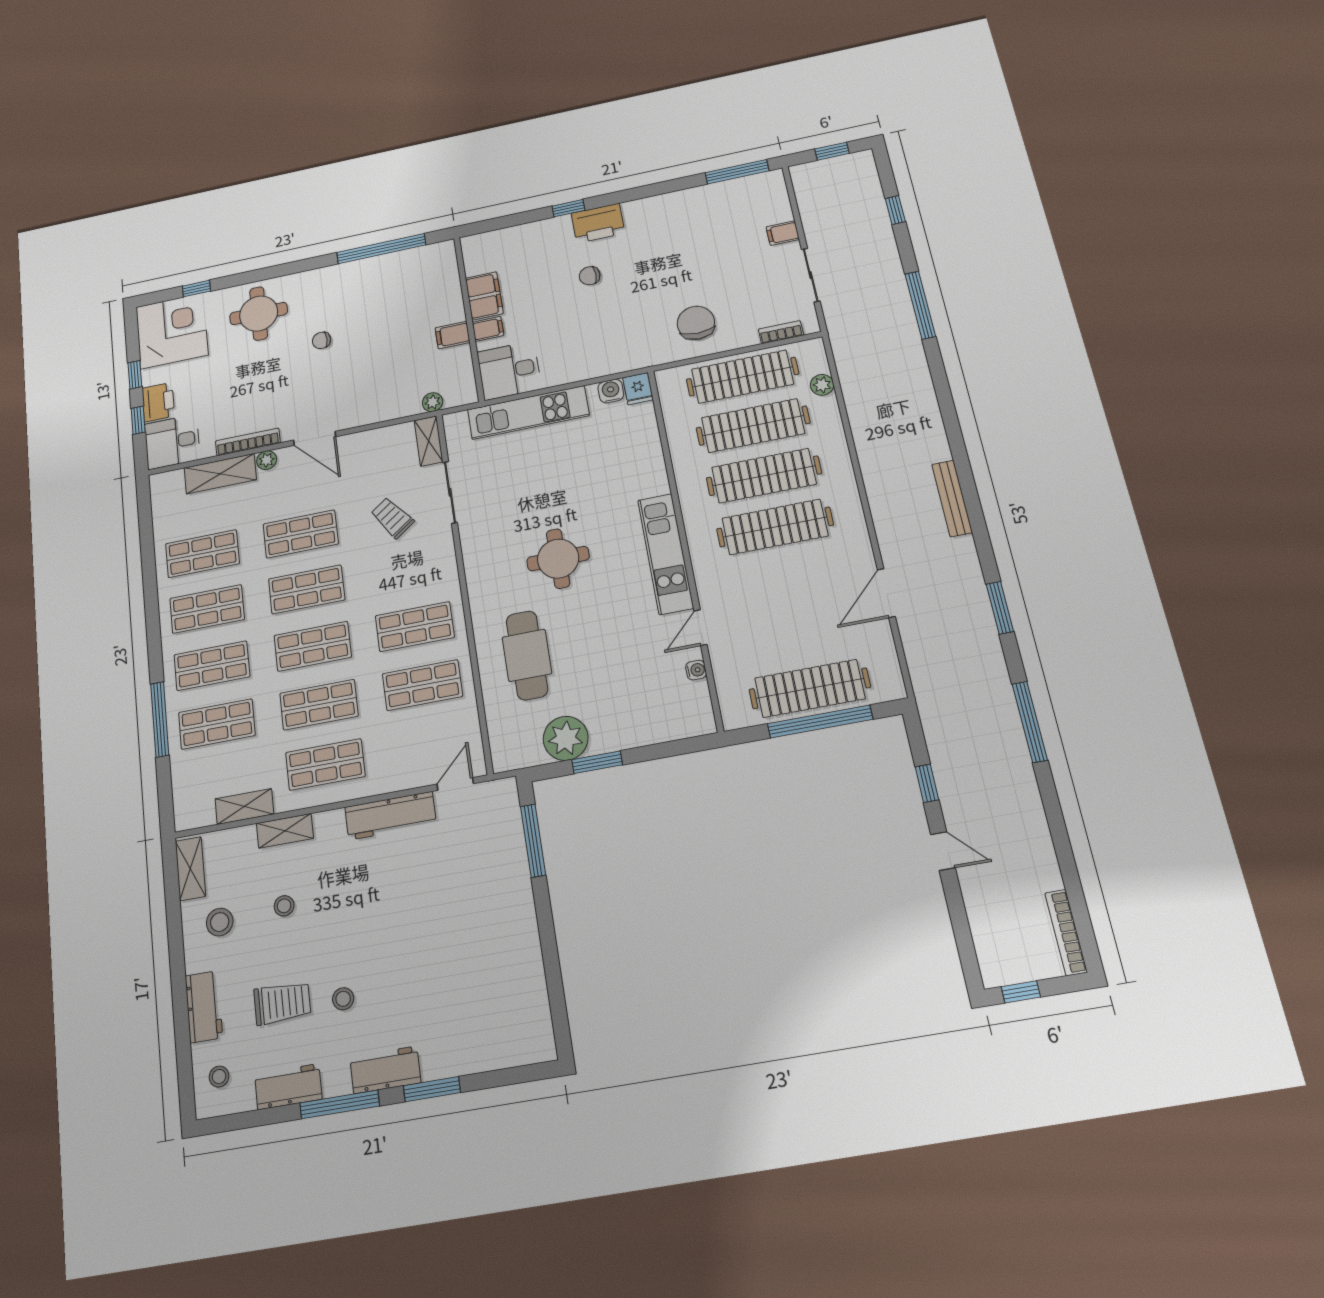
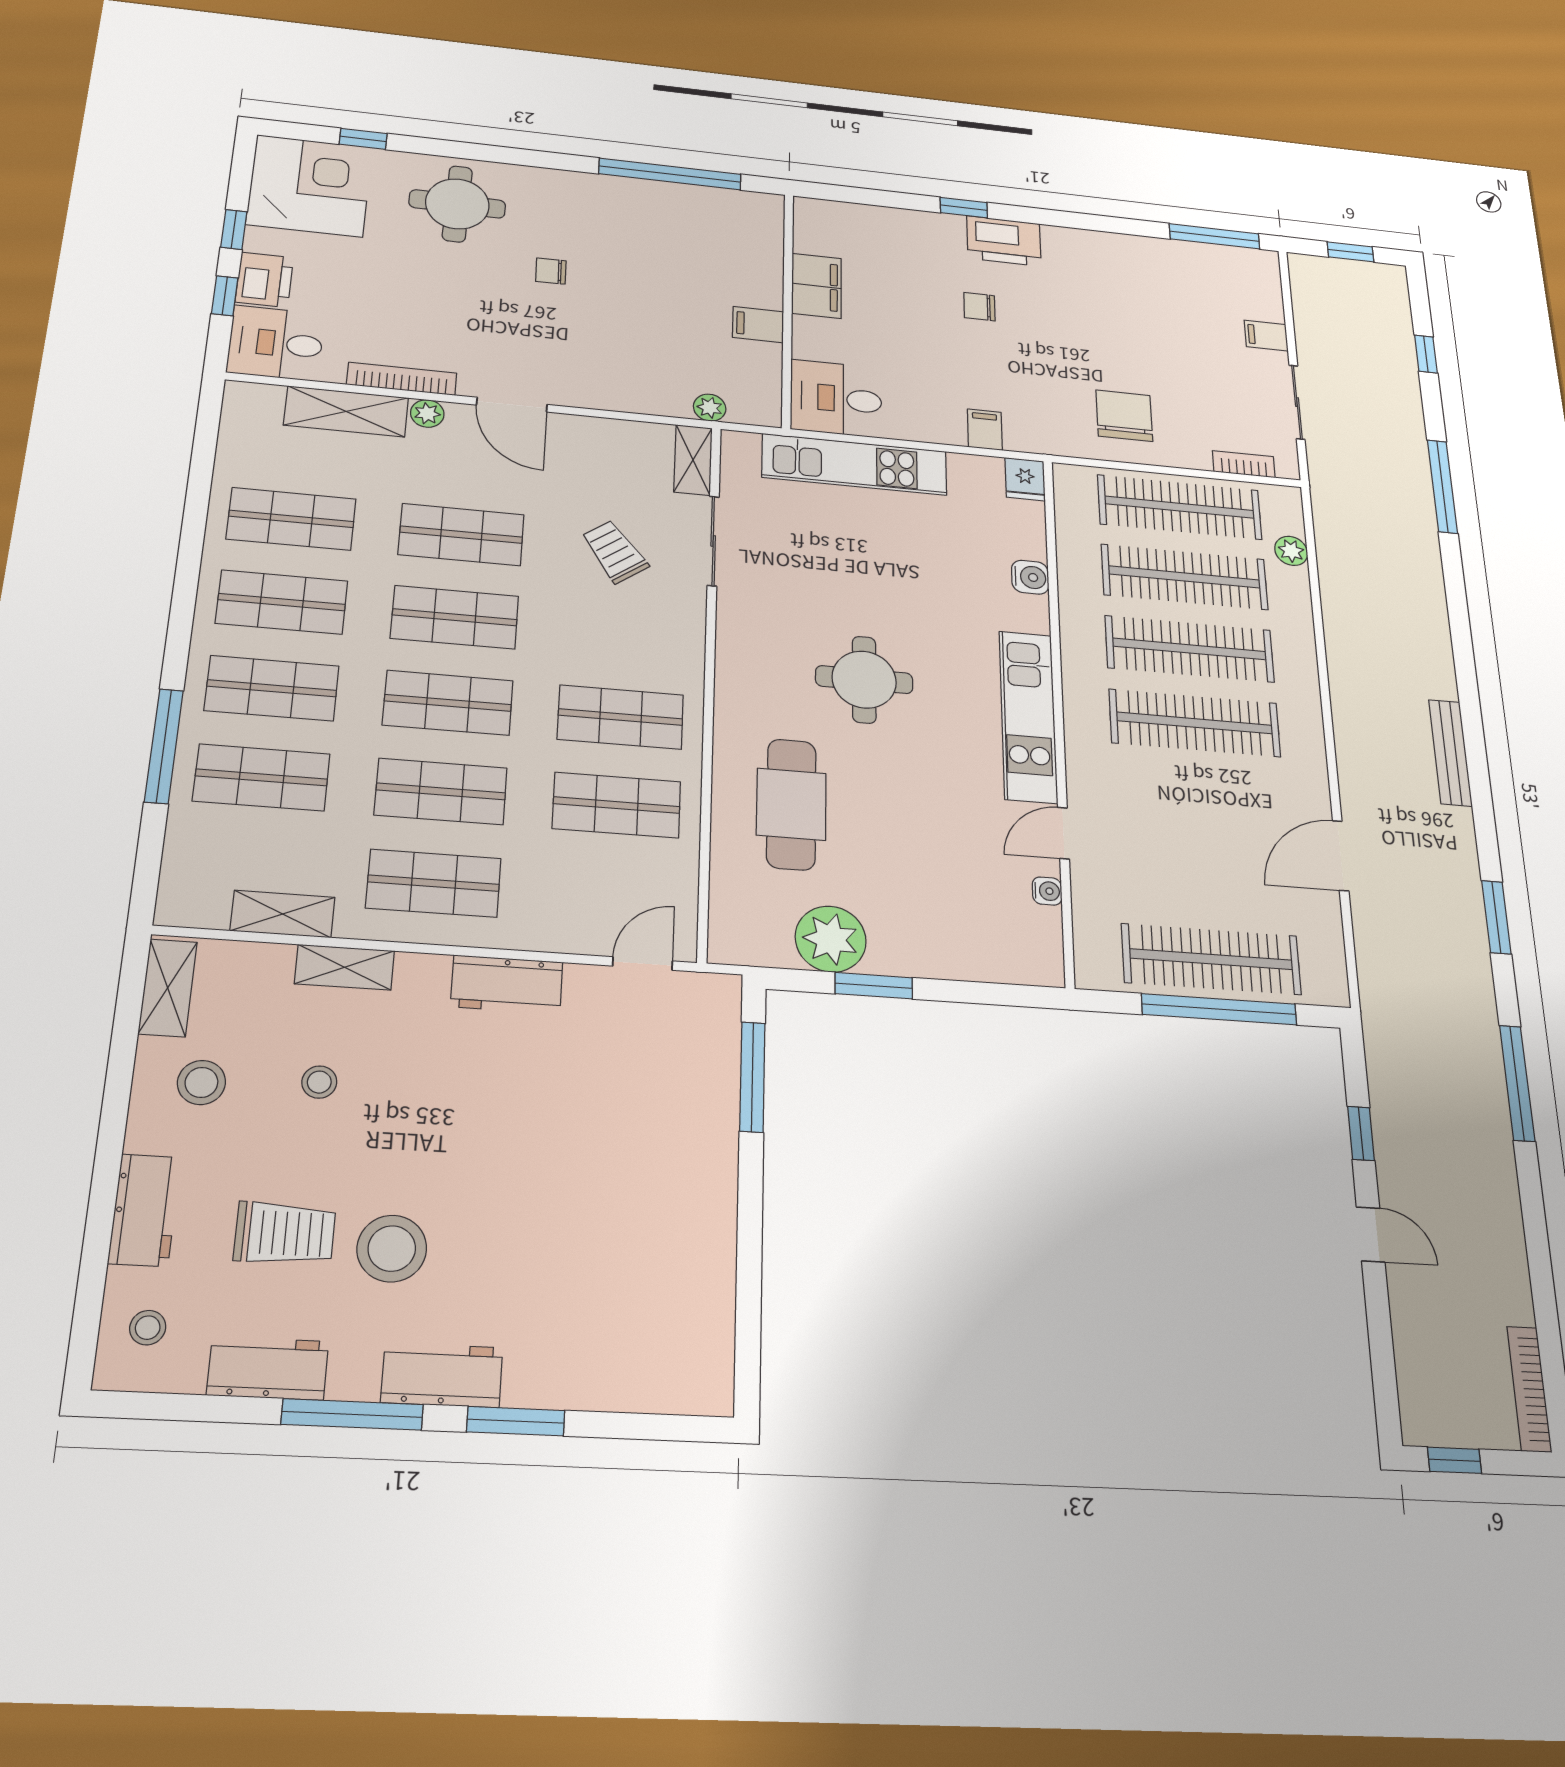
filing cabinet: (488, 329) -> (985, 430), moved, turned -90
water cooler: (611, 391) -> (1030, 577), moved, turned 90
workbench: (391, 816) -> (507, 984), width x0.73
stool: (343, 999) -> (392, 1249), width x1.89, depth x1.89

